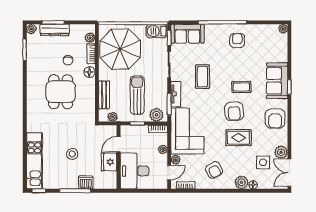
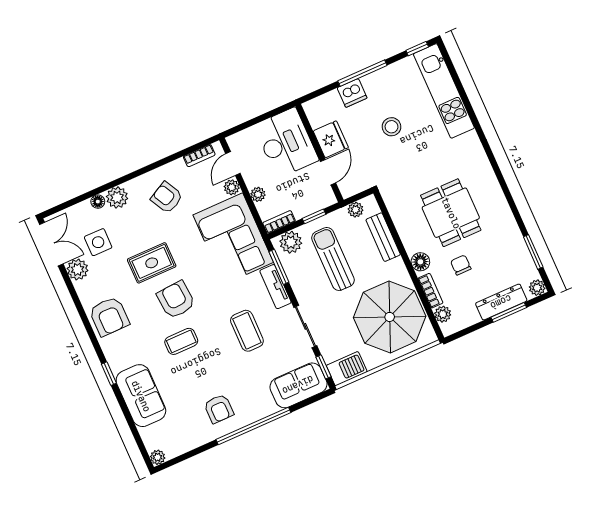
sofa: (277, 81) -> (141, 396), moved
sun lounger: (137, 95) -> (333, 259), turned 180
armchair: (275, 119) -> (109, 316), turned 180

